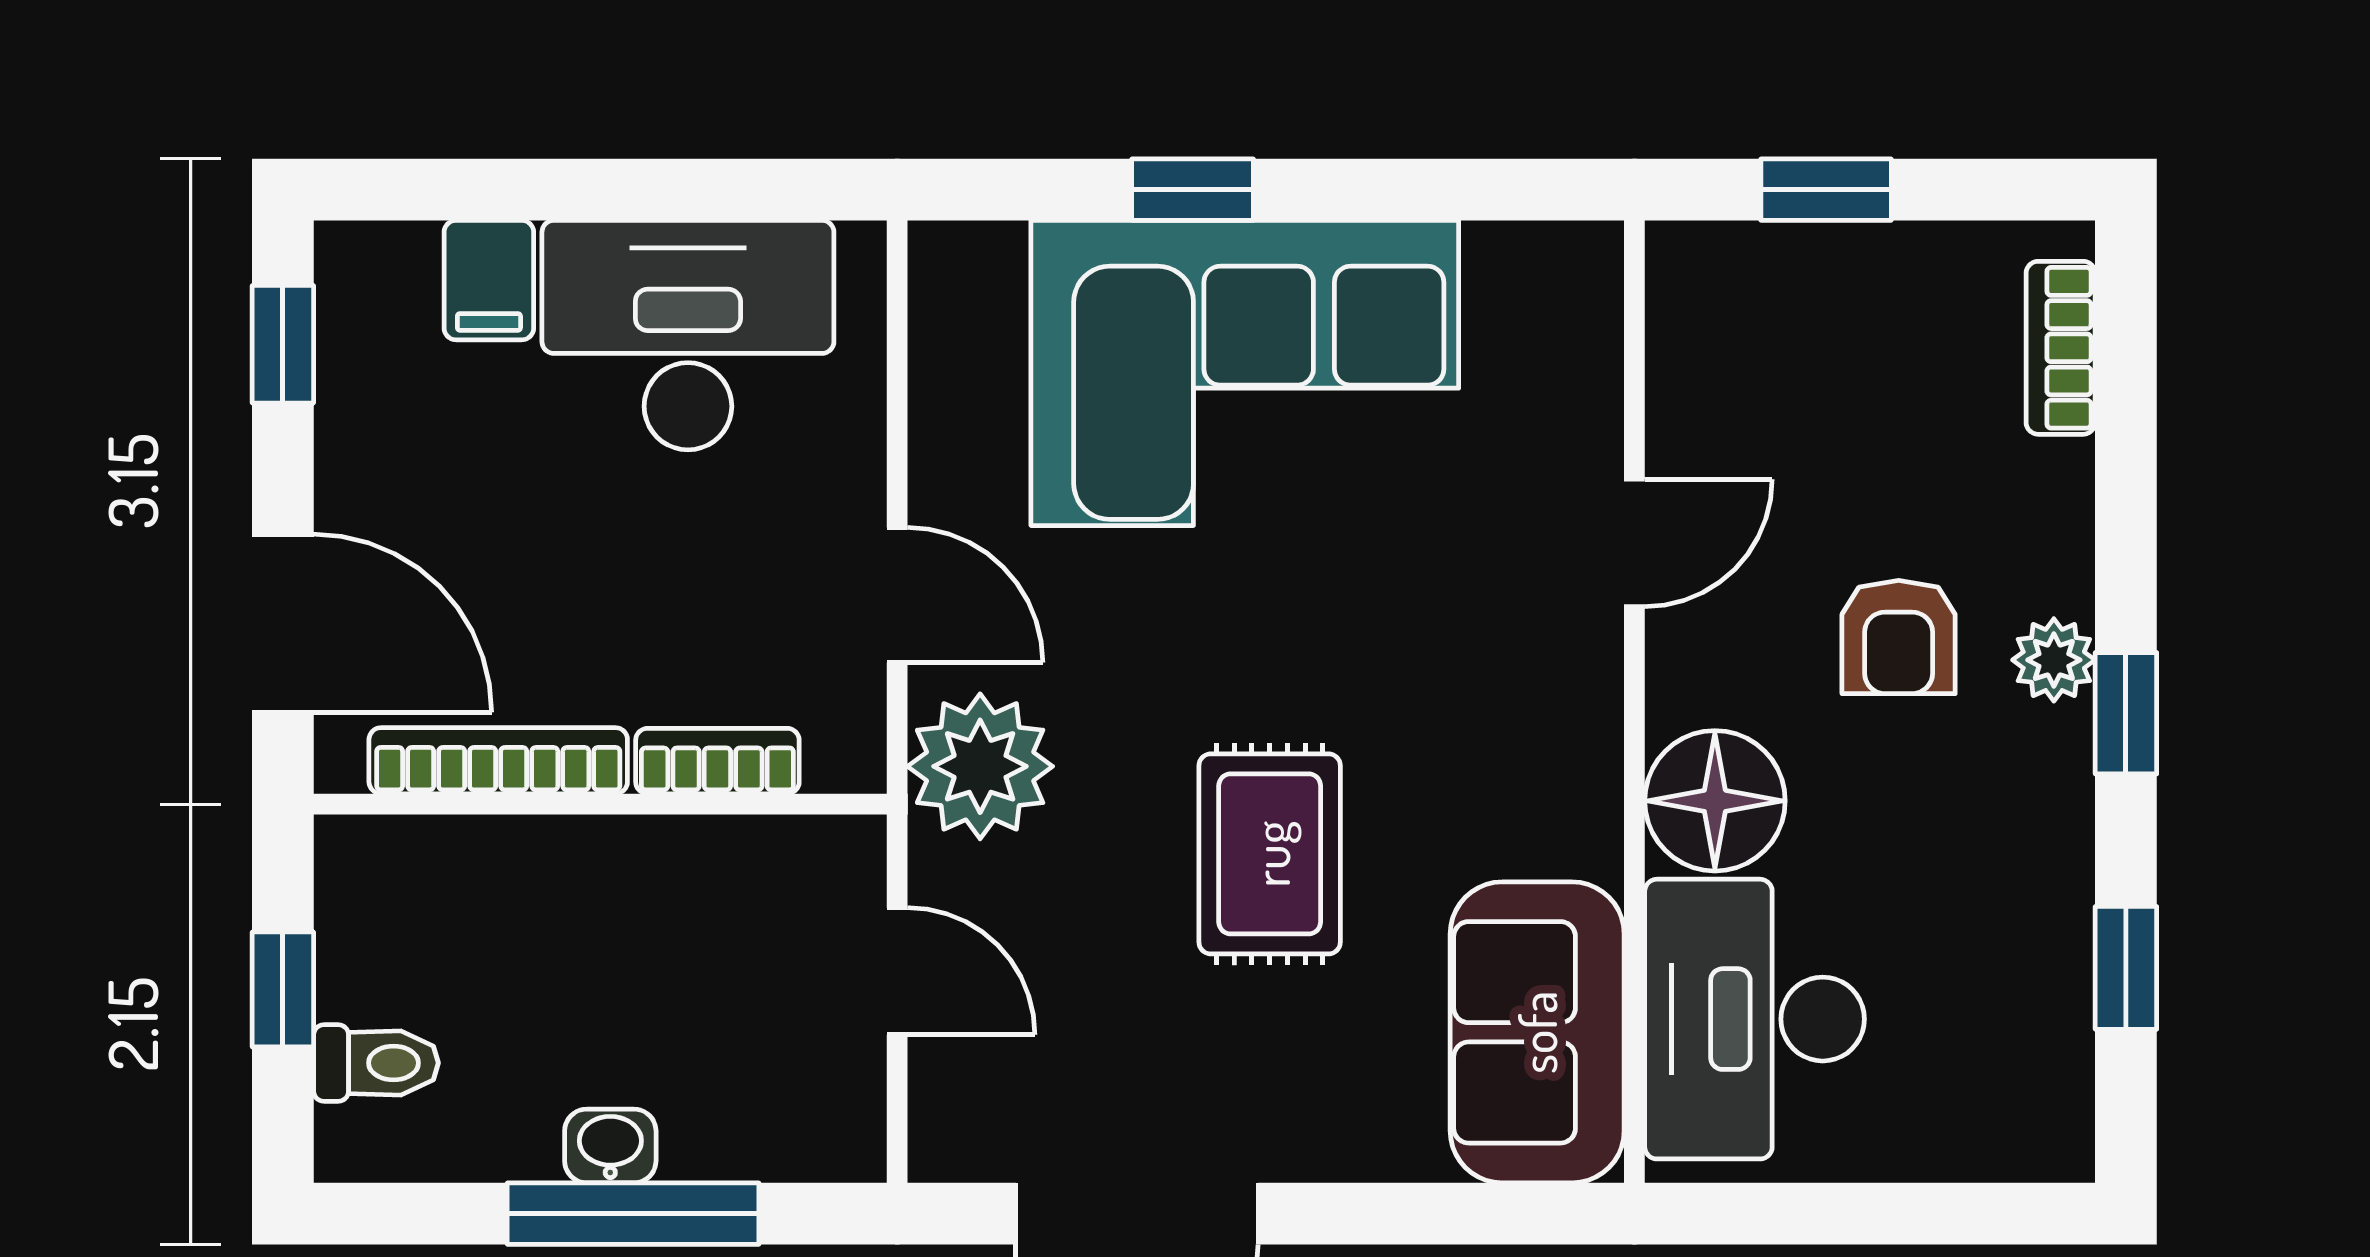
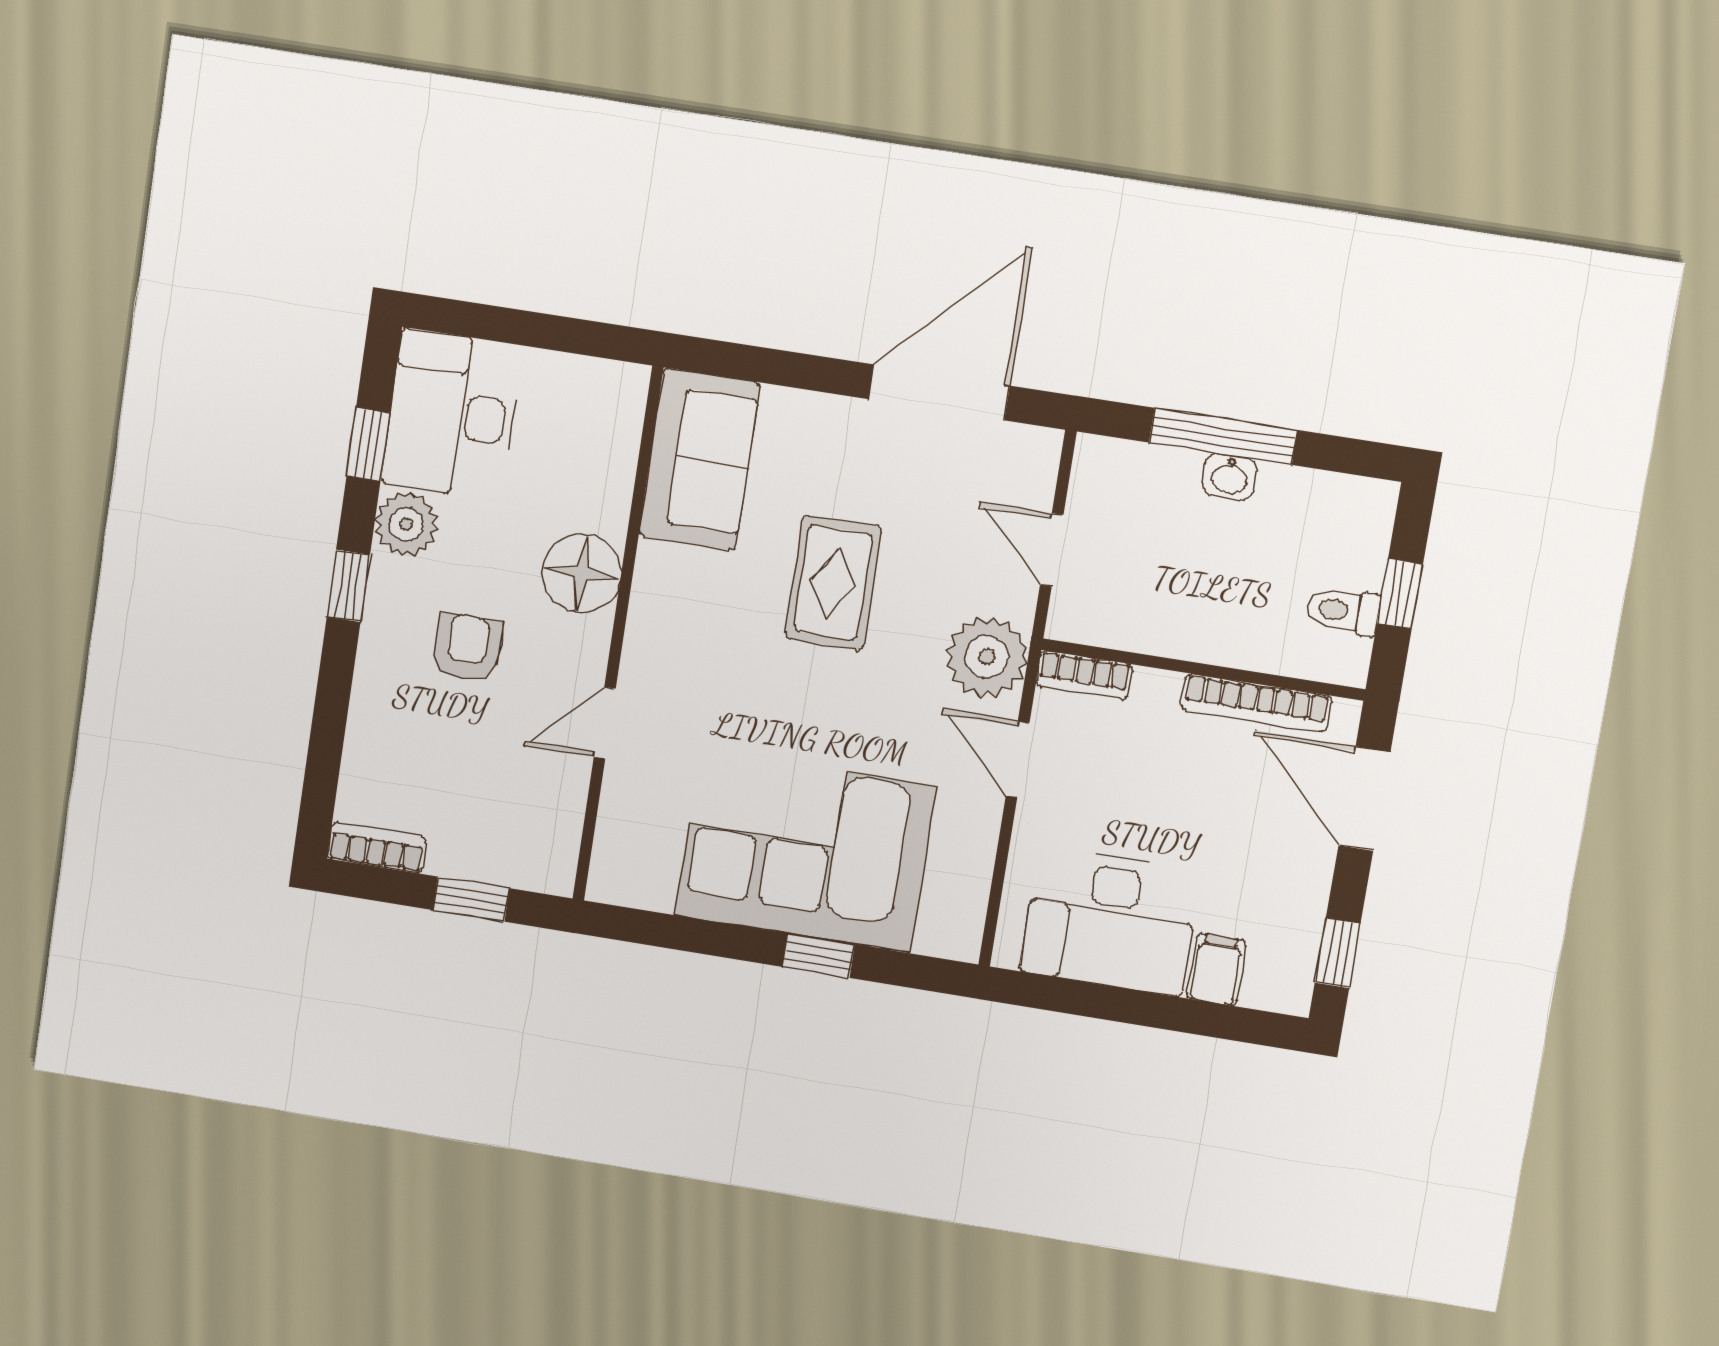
bookcase: (2061, 348) -> (377, 847), moved, turned -90
plant: (2054, 660) -> (406, 524), moved, width x1.38, depth x1.38
bookcase: (717, 761) -> (1084, 675), moved
desk: (1755, 1019) -> (452, 415), moved, turned 180
toilet: (376, 1063) -> (1343, 611), moved

